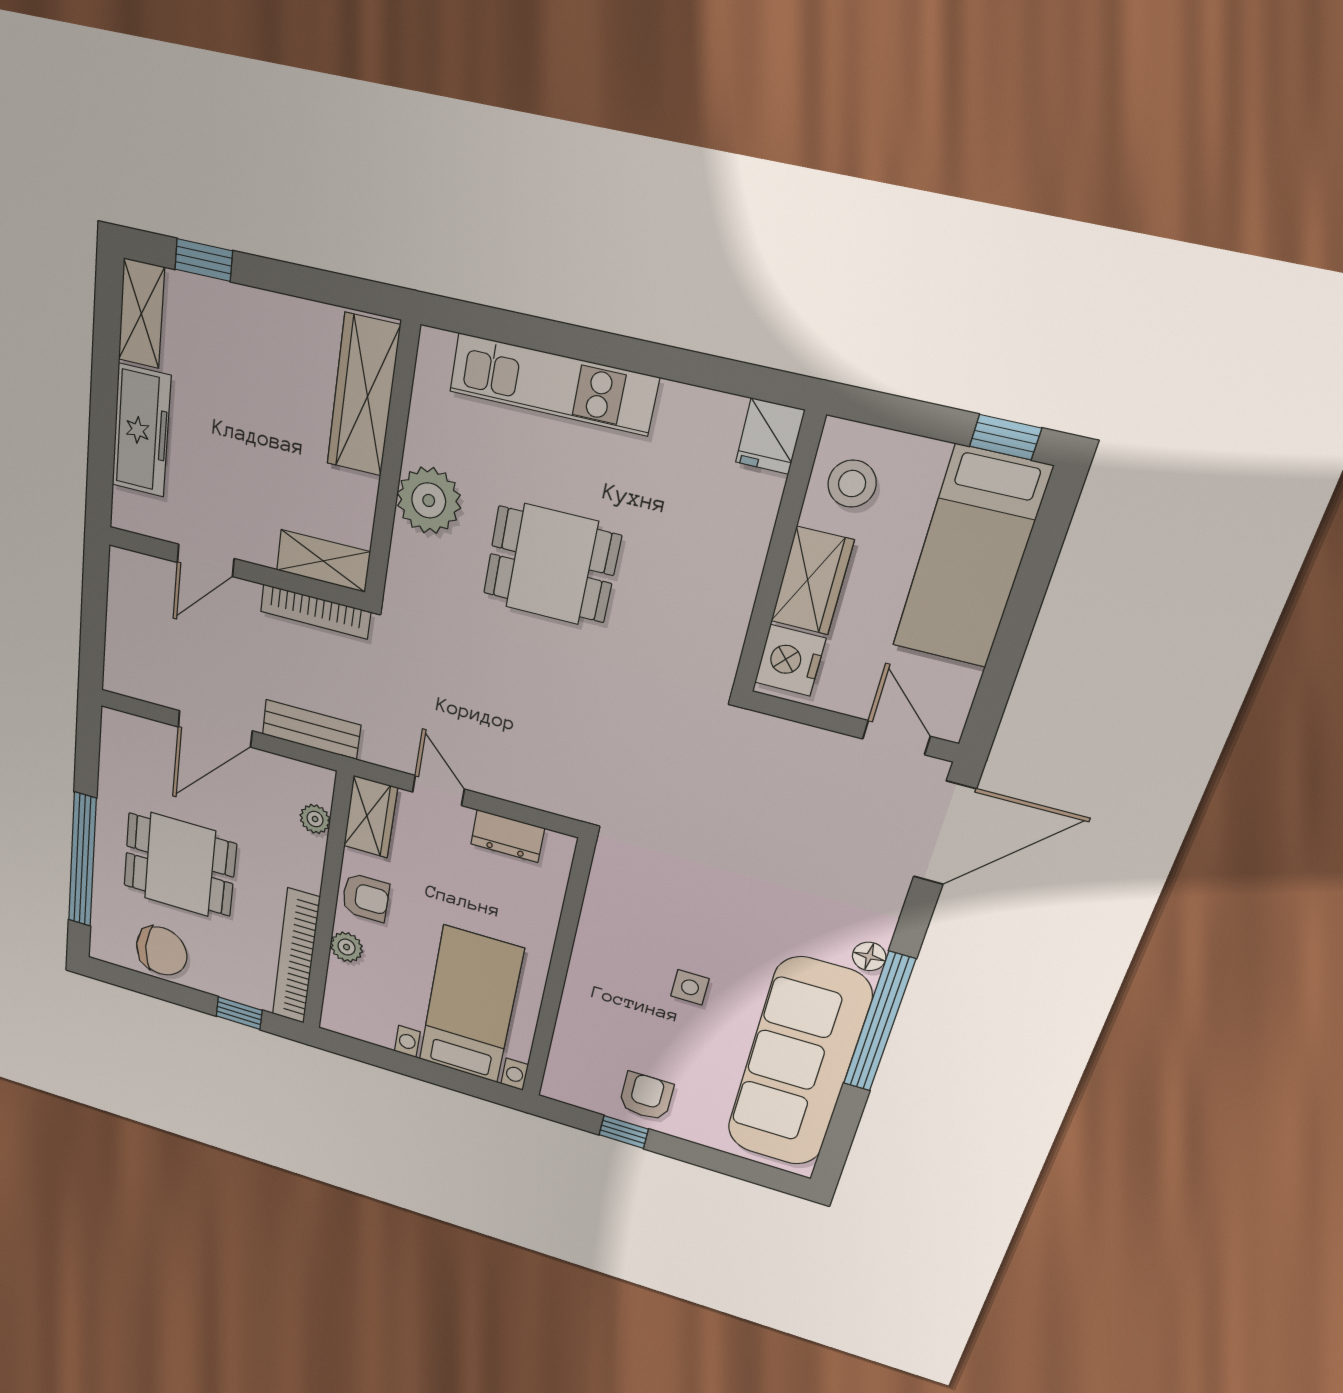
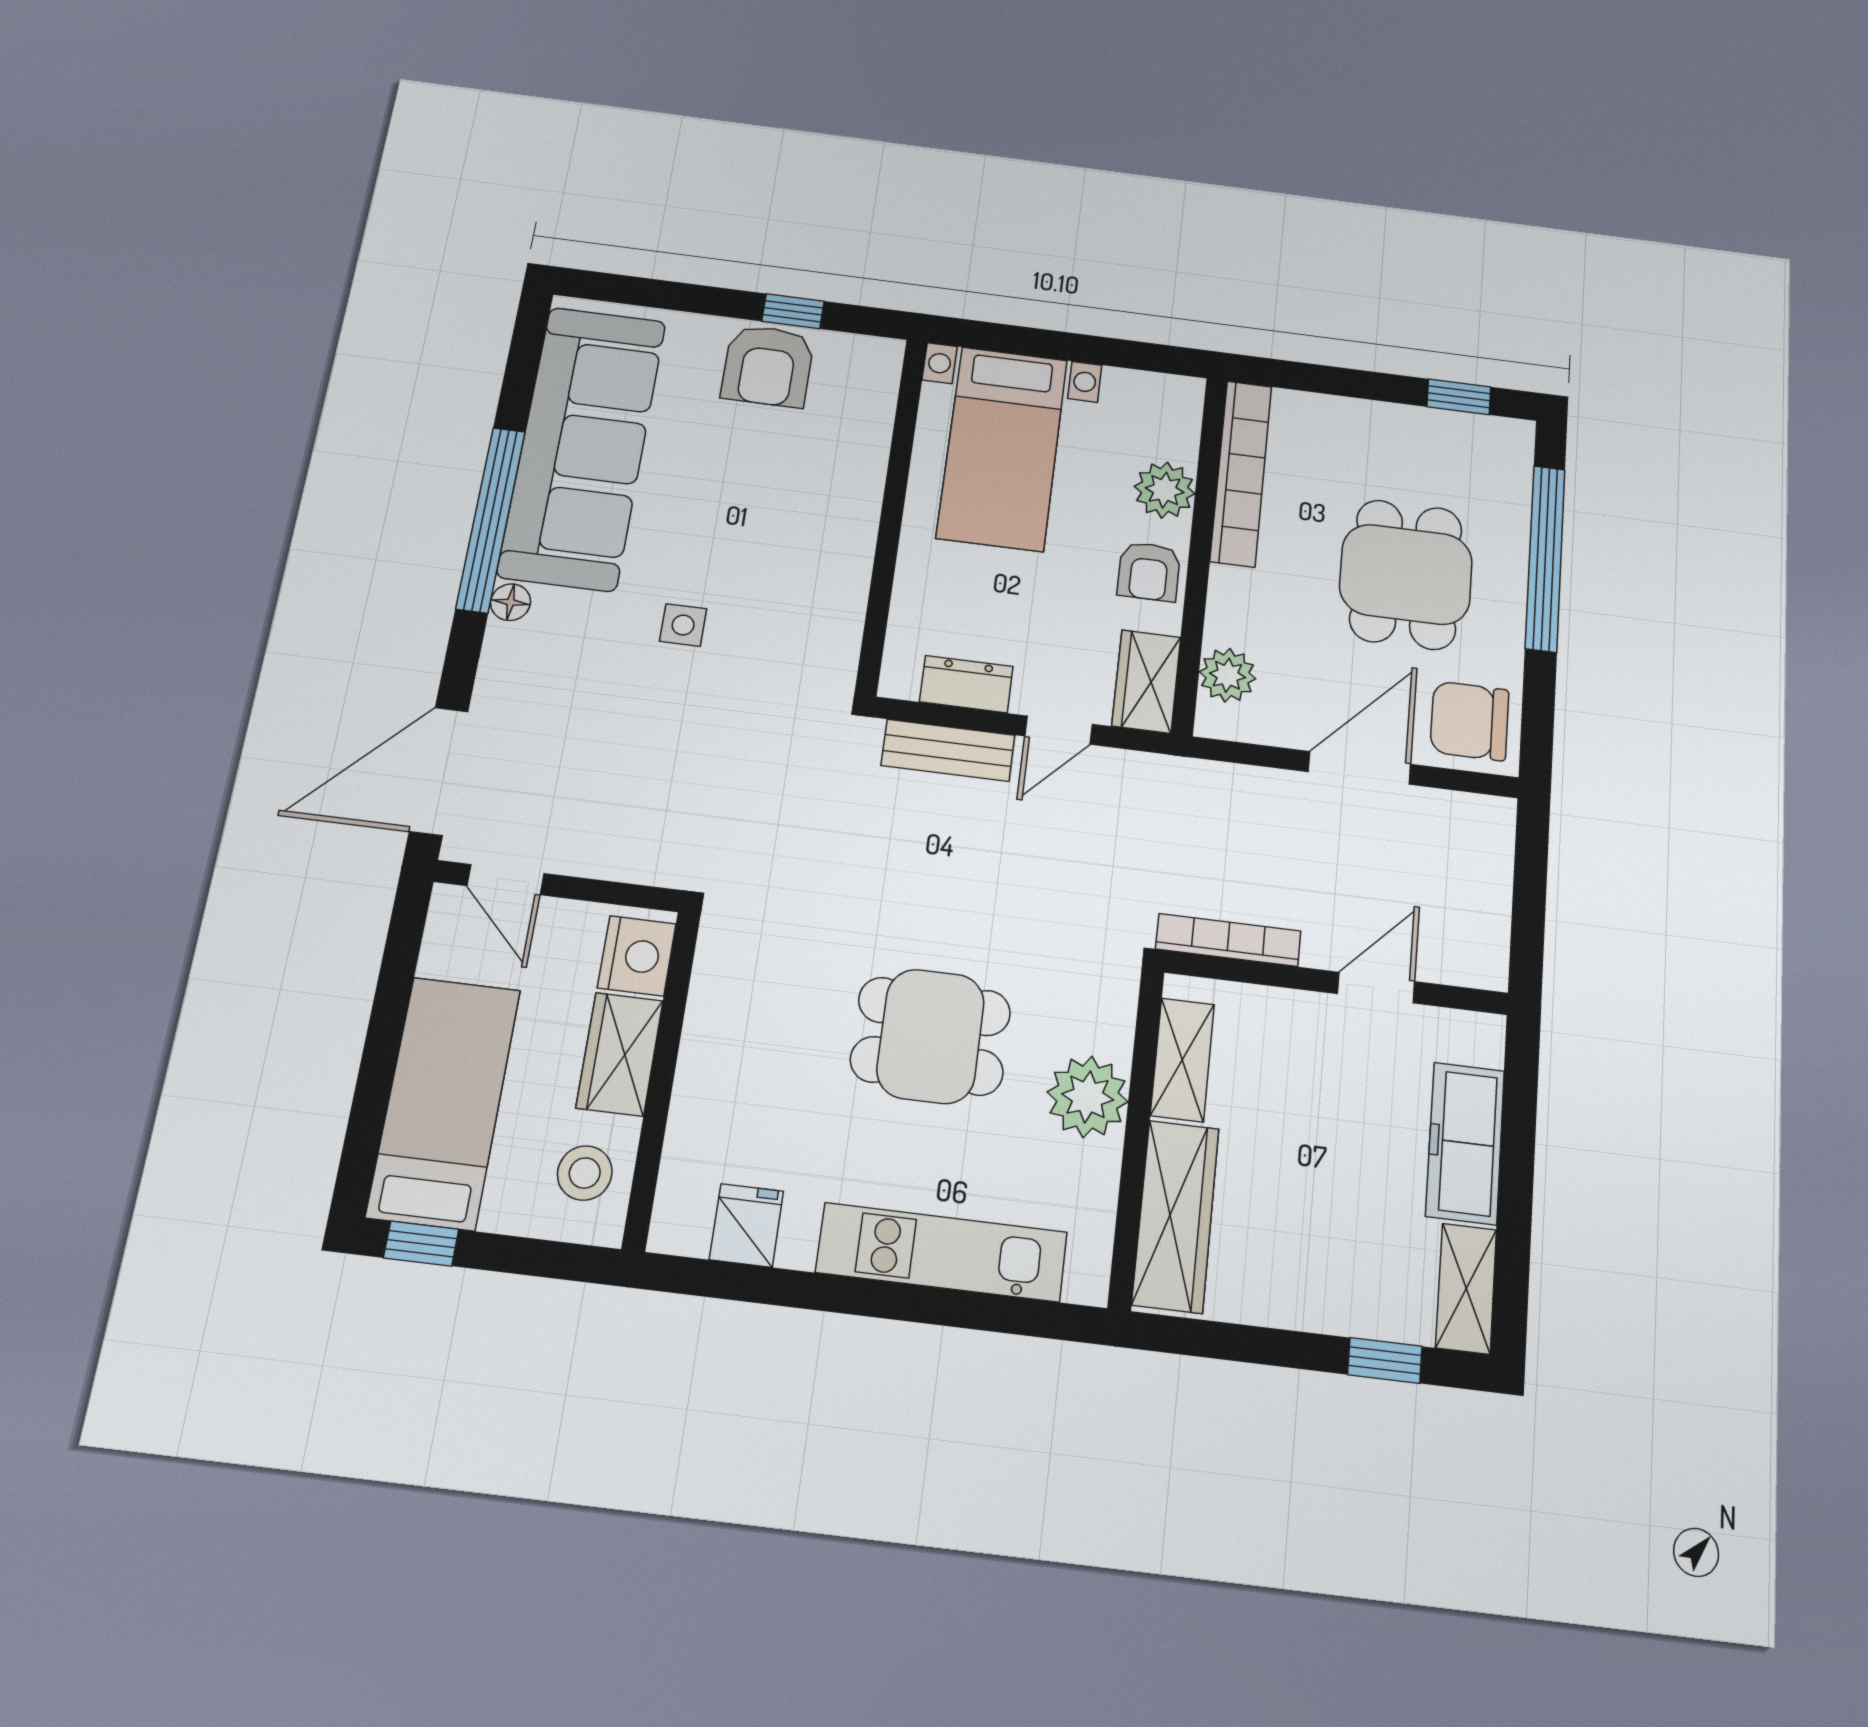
fridge: (770, 436) -> (746, 1225), moved
shelving: (323, 561) -> (1182, 1060), moved, turned 90
bench: (311, 730) -> (948, 750), moved
door: (438, 791) -> (1058, 730), hinge flipped
plant: (315, 819) -> (1227, 675), width x1.38, depth x1.38
dining table: (180, 865) -> (1406, 574), turned 90
armchair: (365, 897) -> (1149, 571), turned -90
plant: (347, 947) -> (1165, 490), width x1.38, depth x1.38
chair: (162, 951) -> (1469, 721), moved
side table: (690, 987) -> (683, 625), moved
window: (239, 1013) -> (1459, 397), moved
armchair: (646, 1096) -> (768, 366), width x1.38, depth x1.38

